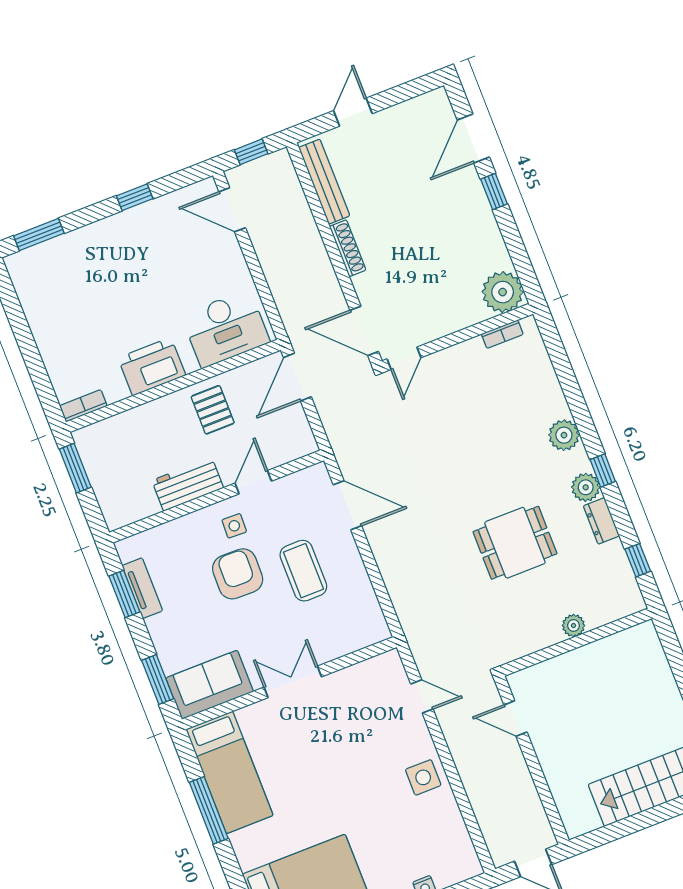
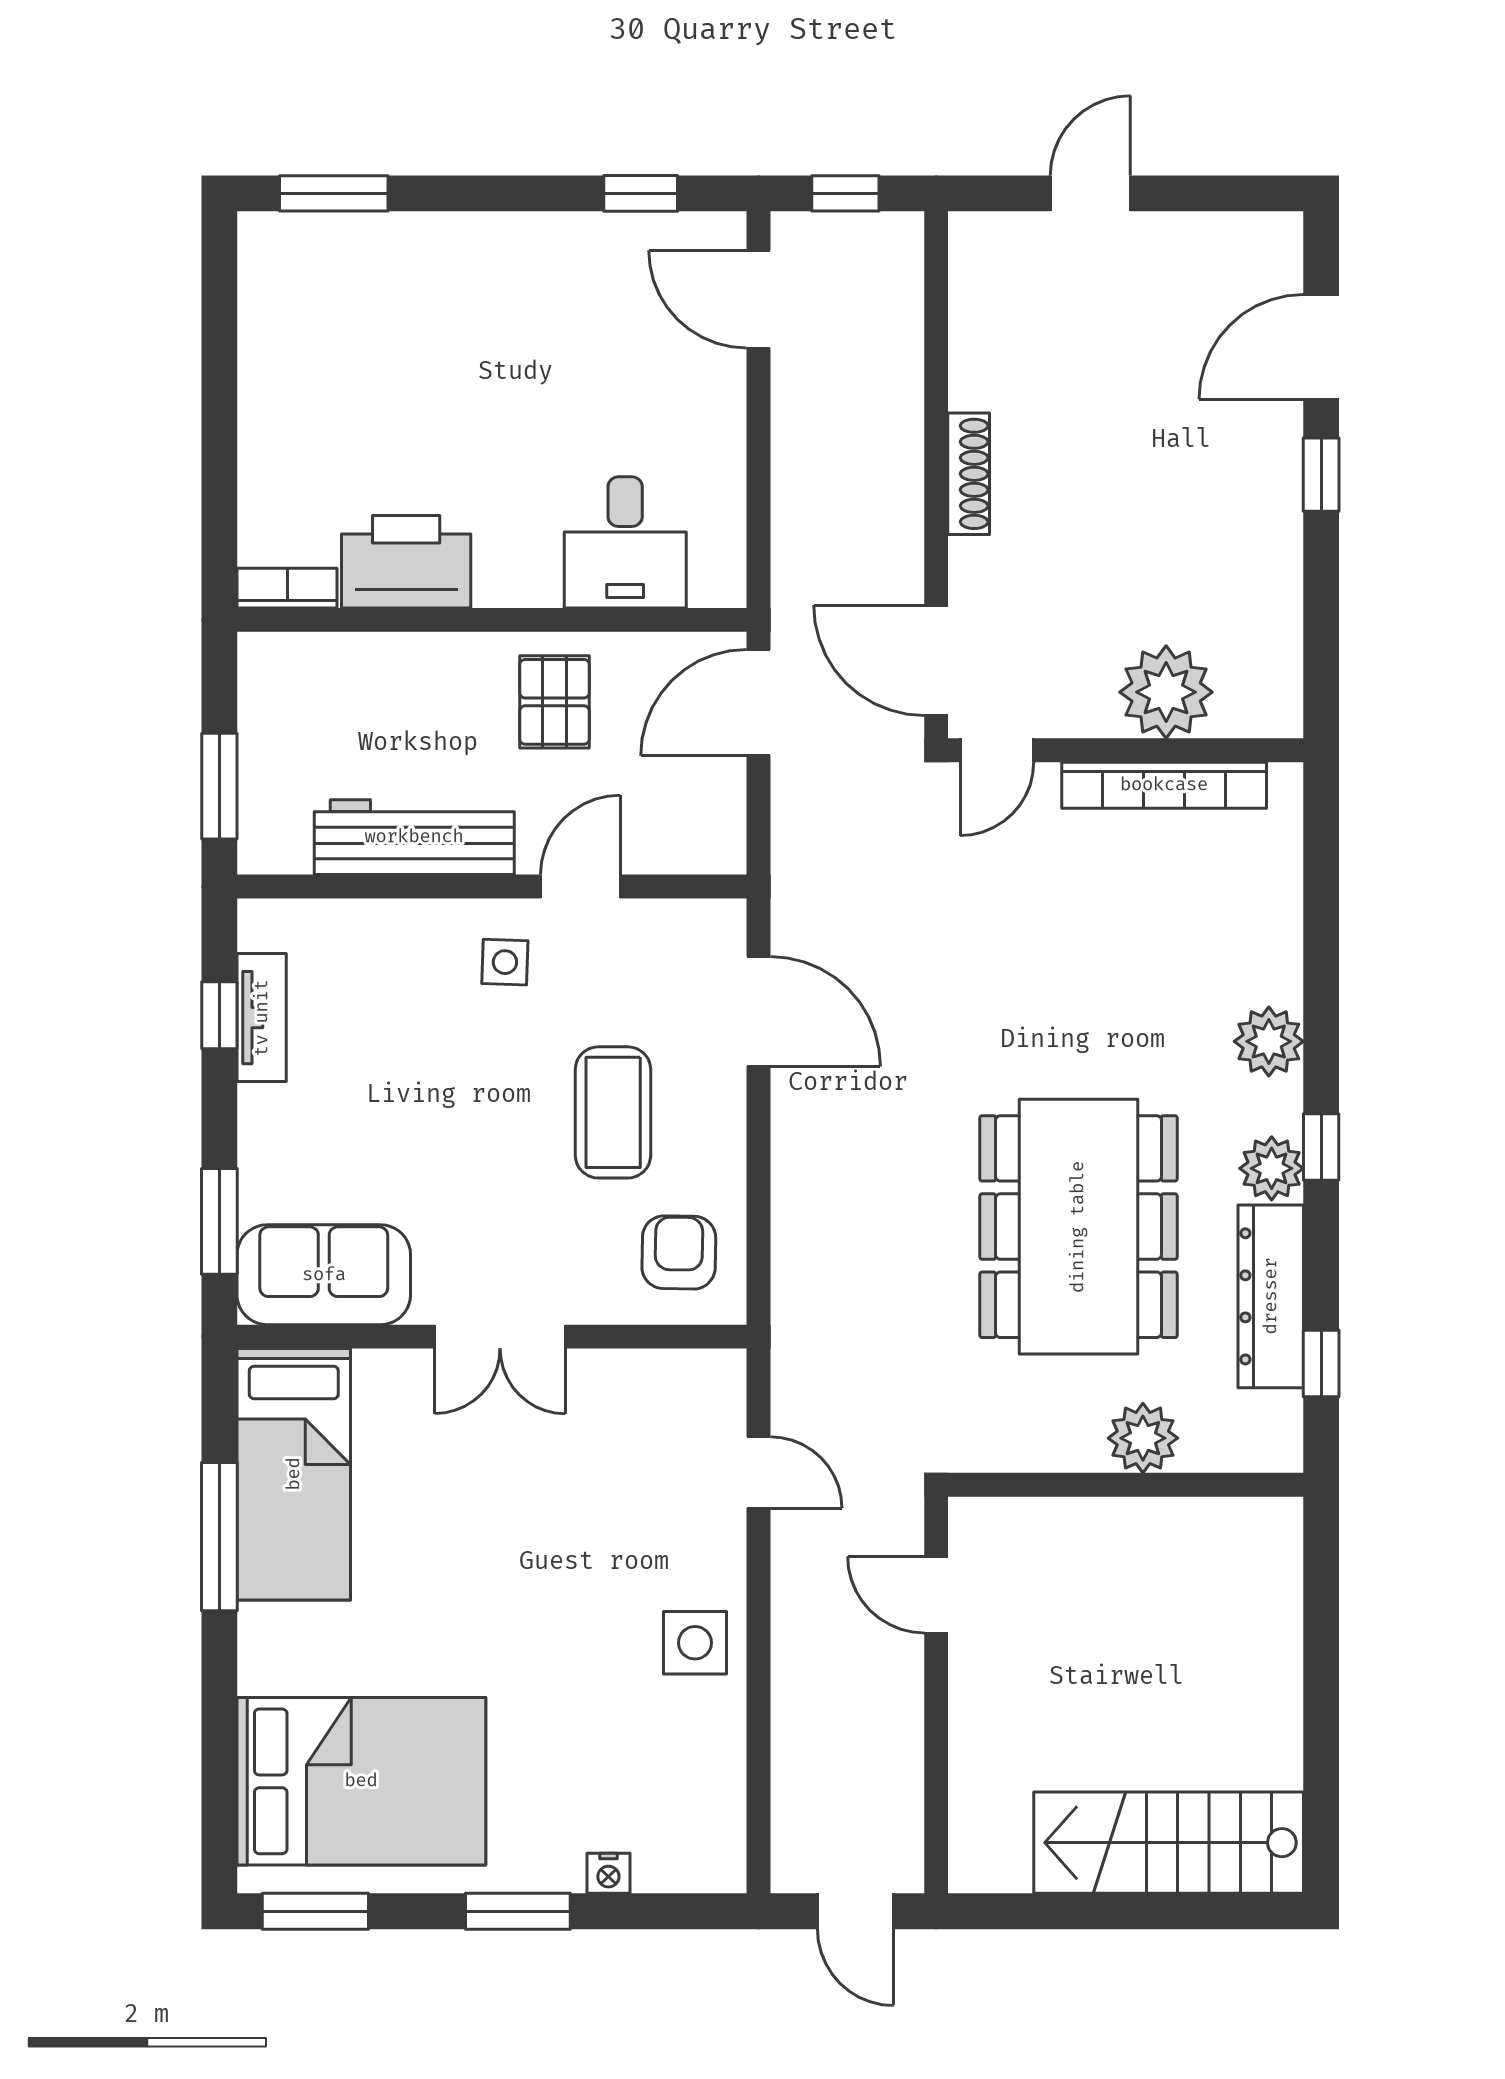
bench: (324, 182) -> (974, 315), removed
window: (135, 197) -> (641, 193), moved
plant: (503, 292) -> (1166, 692), moved
desk: (226, 329) -> (625, 542), width x0.73
bookcase: (502, 334) -> (1164, 785), width x2.31, depth x1.31
printer: (152, 367) -> (406, 562), moved
window: (75, 468) -> (219, 786), moved
workbench: (188, 484) -> (414, 837), width x1.37
dresser: (601, 521) -> (1271, 1296), width x1.96, depth x1.24
dining table: (515, 543) -> (1078, 1227), width x1.88, depth x1.24
armchair: (238, 574) -> (679, 1252), moved, width x0.72, depth x0.72
window: (124, 594) -> (219, 1015), width x0.67
plant: (573, 626) -> (1143, 1438), width x1.38, depth x1.38
double door: (293, 682) -> (500, 1337), swing flipped

